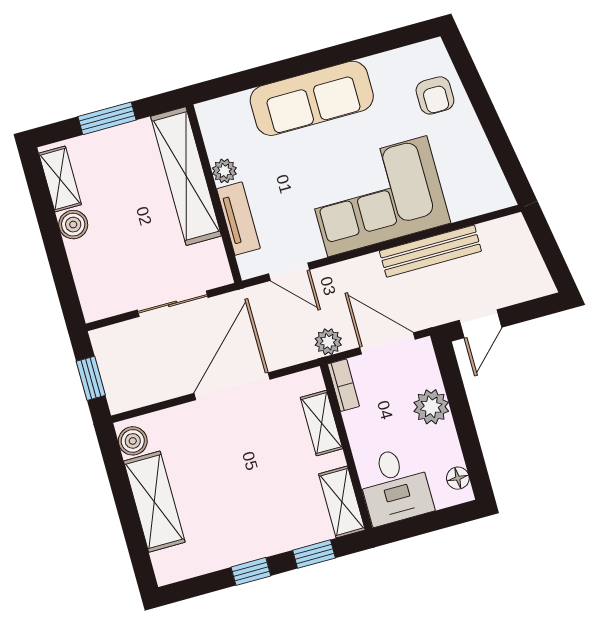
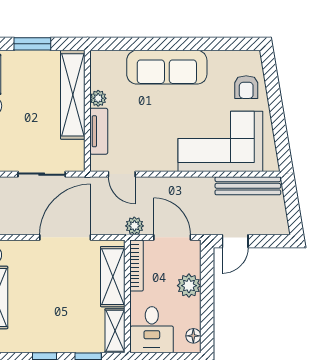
corner sofa: (377, 196) -> (220, 141), moved
bench: (430, 251) -> (248, 186), moved
bookcase: (343, 385) -> (137, 266), width x1.56
shelving: (321, 423) -> (113, 277), width x1.50, depth x1.33

